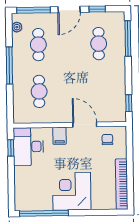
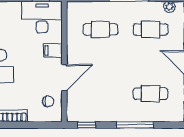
window: (128, 39) -> (135, 125), moved

